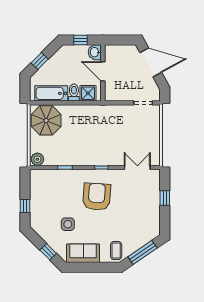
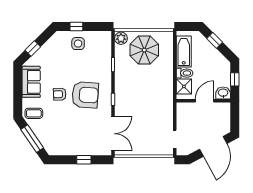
parasol: (46, 120) -> (144, 50), moved
double door: (137, 168) -> (113, 134), width x1.37
armchair: (96, 223) -> (60, 94), added
side table: (68, 224) -> (78, 44), moved

